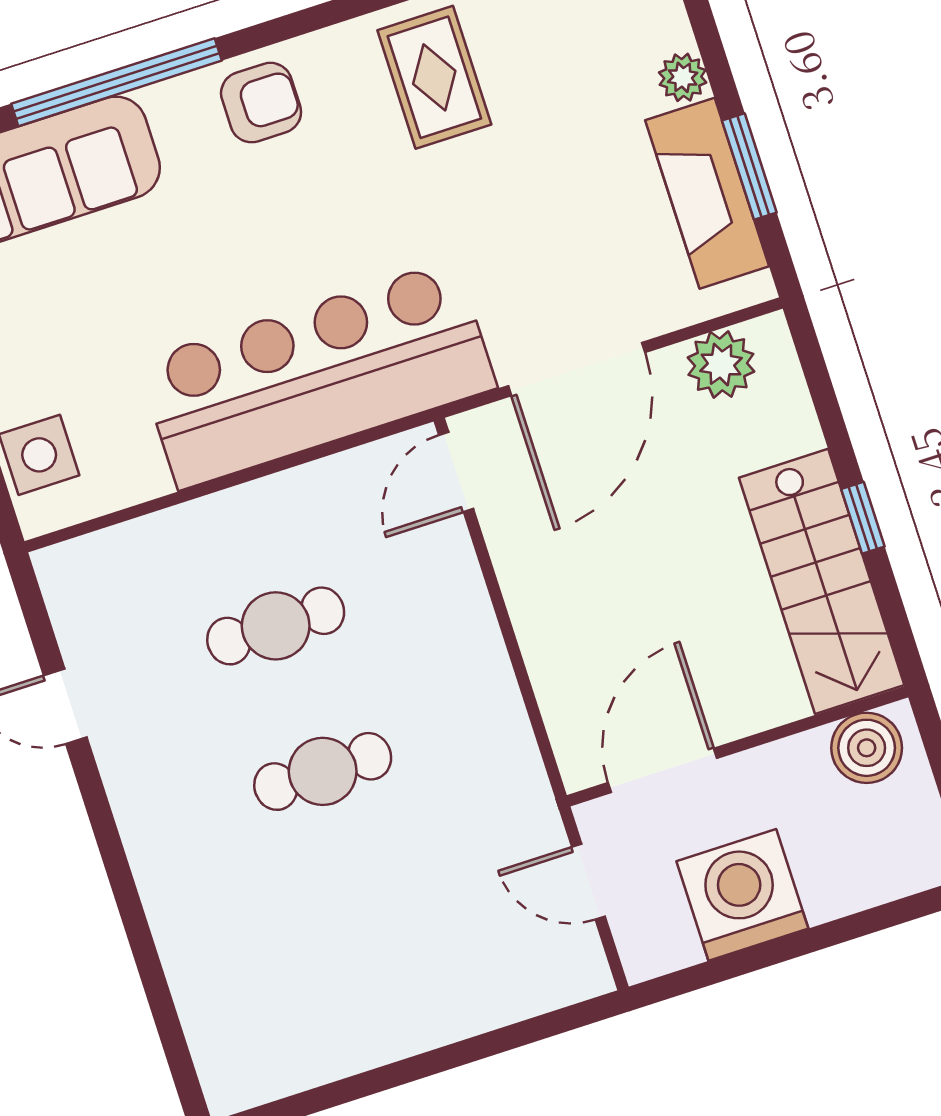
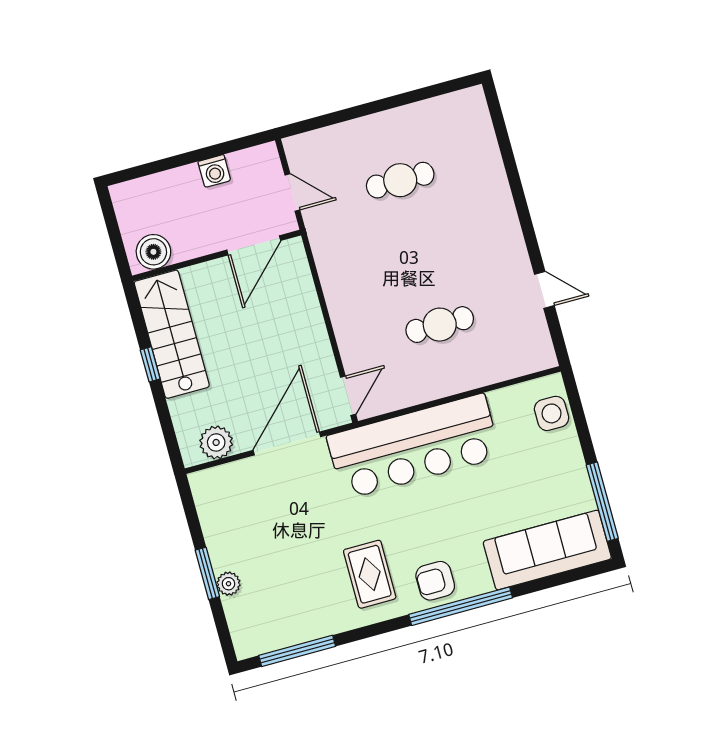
rug: (434, 77) -> (370, 574), moved
window: (117, 82) -> (461, 606), moved
window: (749, 166) -> (207, 573), moved
fireplace: (707, 193) -> (219, 527), removed
cafe table: (323, 771) -> (400, 180), moved
washing machine: (742, 895) -> (214, 171), width x0.53, depth x0.53

